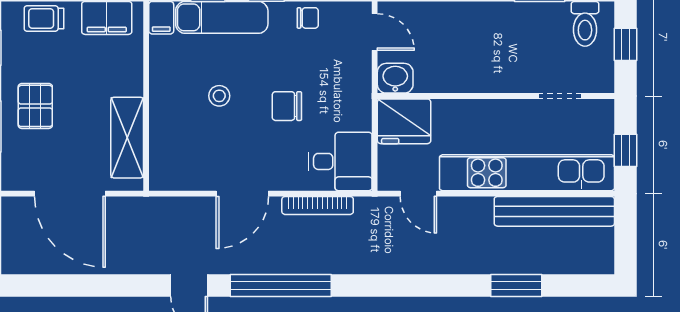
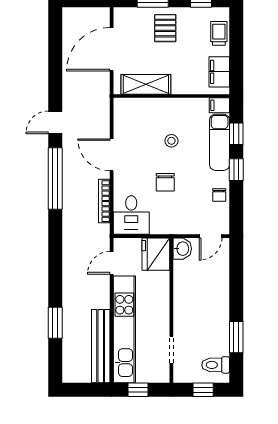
pallet: (35, 106) -> (165, 28), turned 90
chair: (287, 106) -> (165, 182), turned 180

